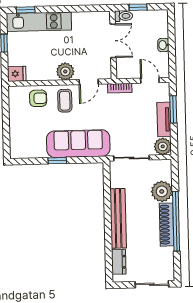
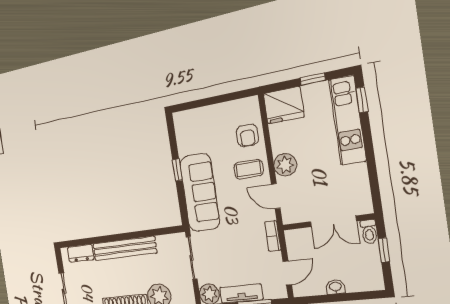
fridge: (17, 74) -> (284, 105), width x1.88, depth x1.34

